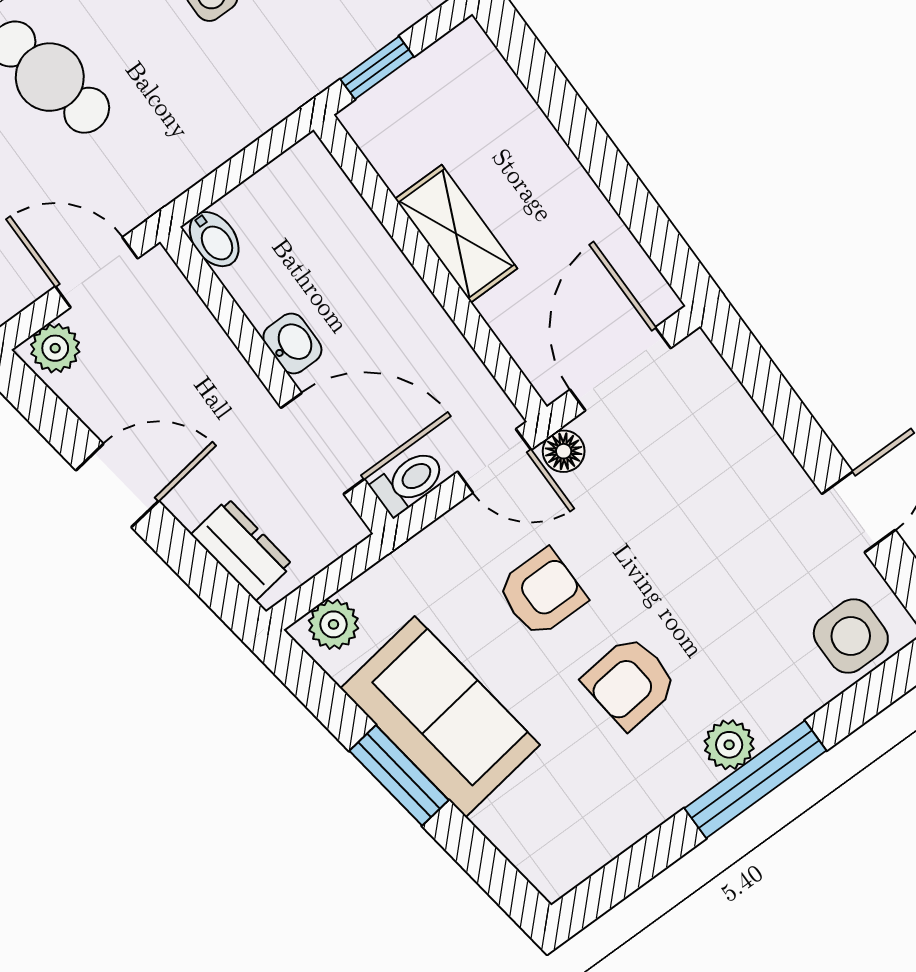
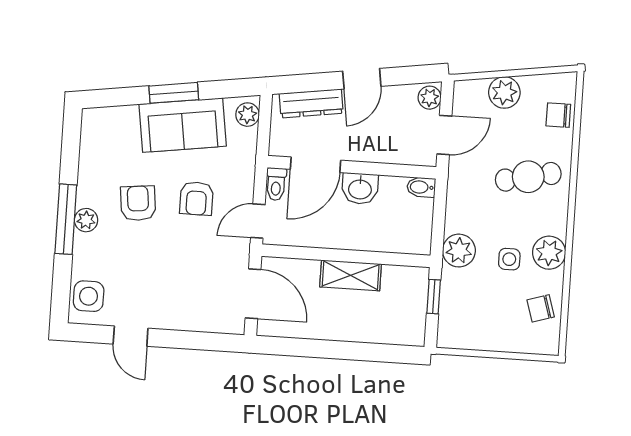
plant: (266, 90) -> (459, 251), added
washbasin: (292, 343) -> (360, 189), width x1.38, depth x1.45
floor lamp: (564, 451) -> (241, 249), removed
dresser: (242, 550) -> (311, 103), width x1.44

